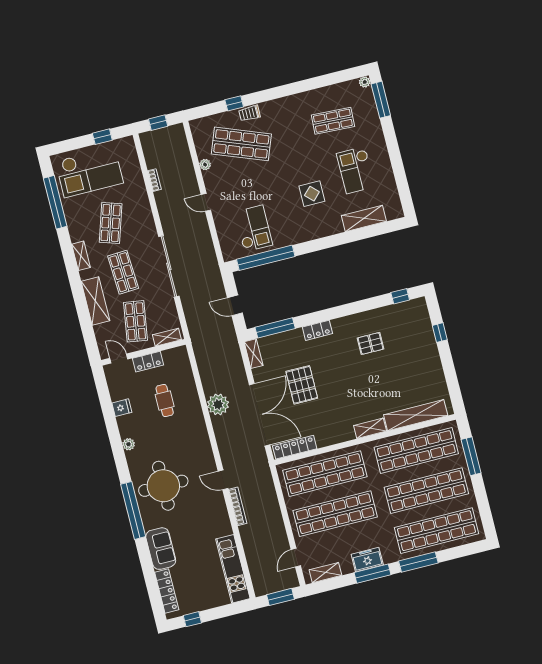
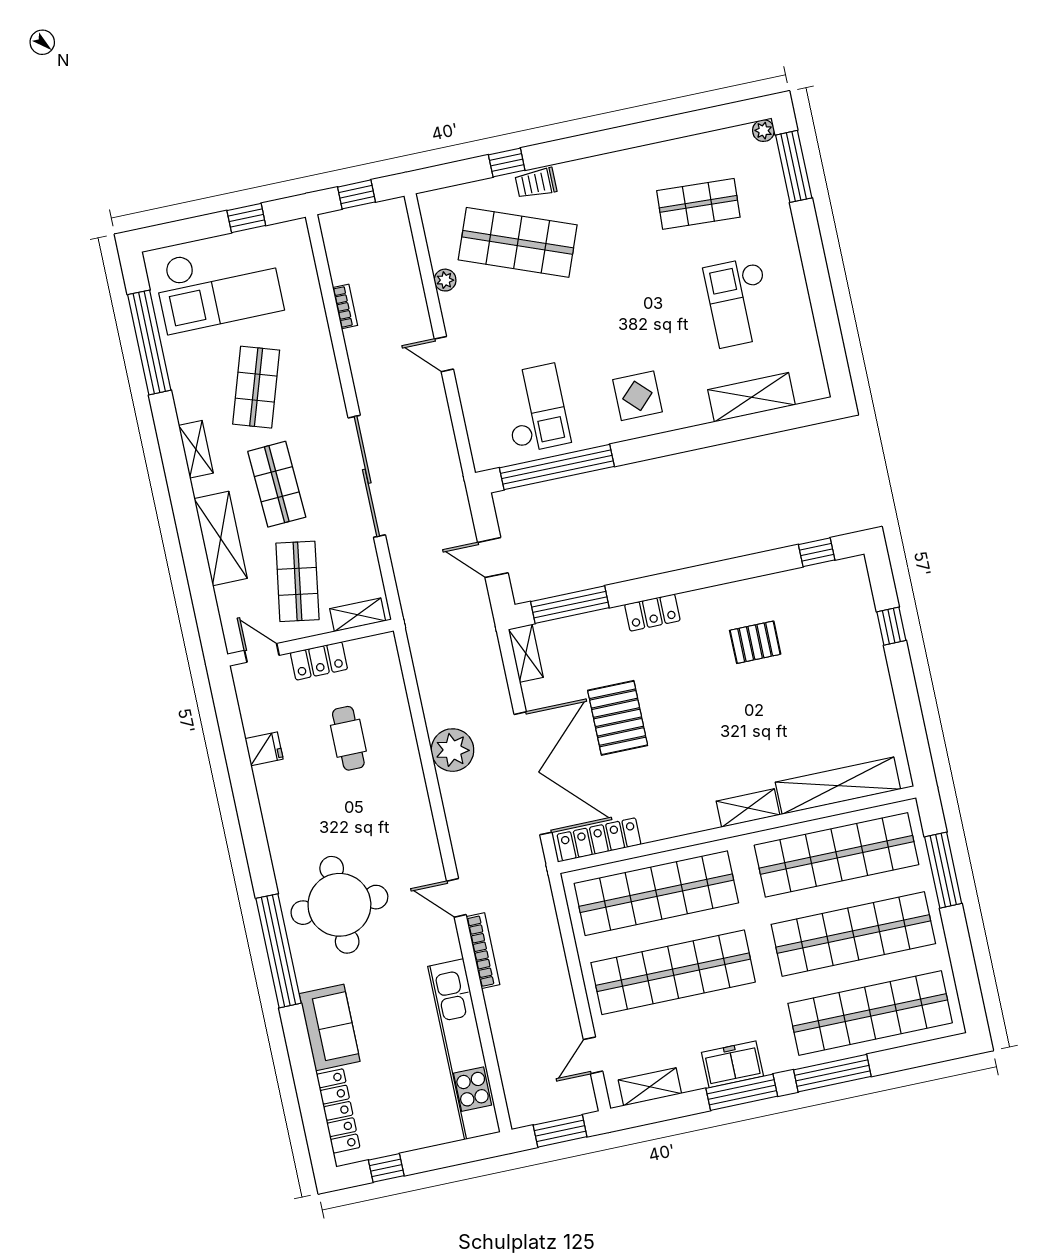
display table: (312, 194) -> (637, 396), moved
plant: (129, 444) -> (275, 821), removed
kitchen unit: (233, 569) -> (464, 1049), width x1.36

